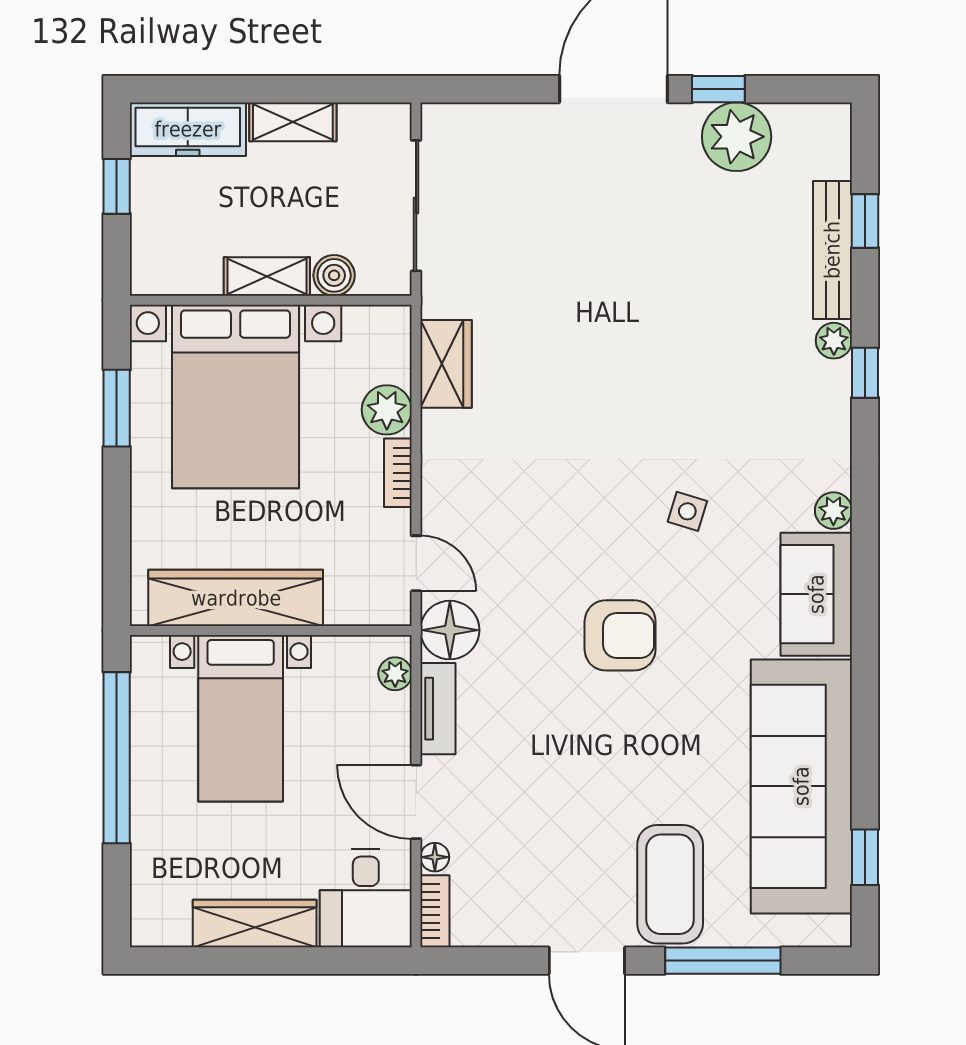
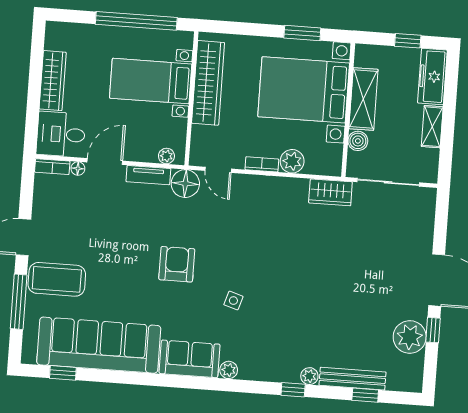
shelving: (267, 277) -> (363, 99), width x1.50, depth x1.33
wardrobe: (446, 364) -> (330, 192), moved
door: (416, 563) -> (218, 170), hinge flipped
armchair: (620, 635) -> (177, 264), turned 180

